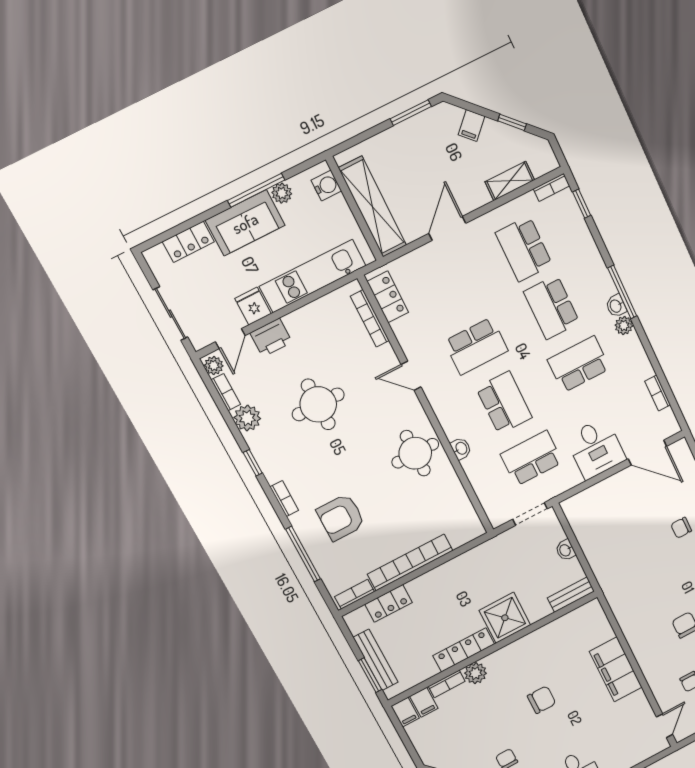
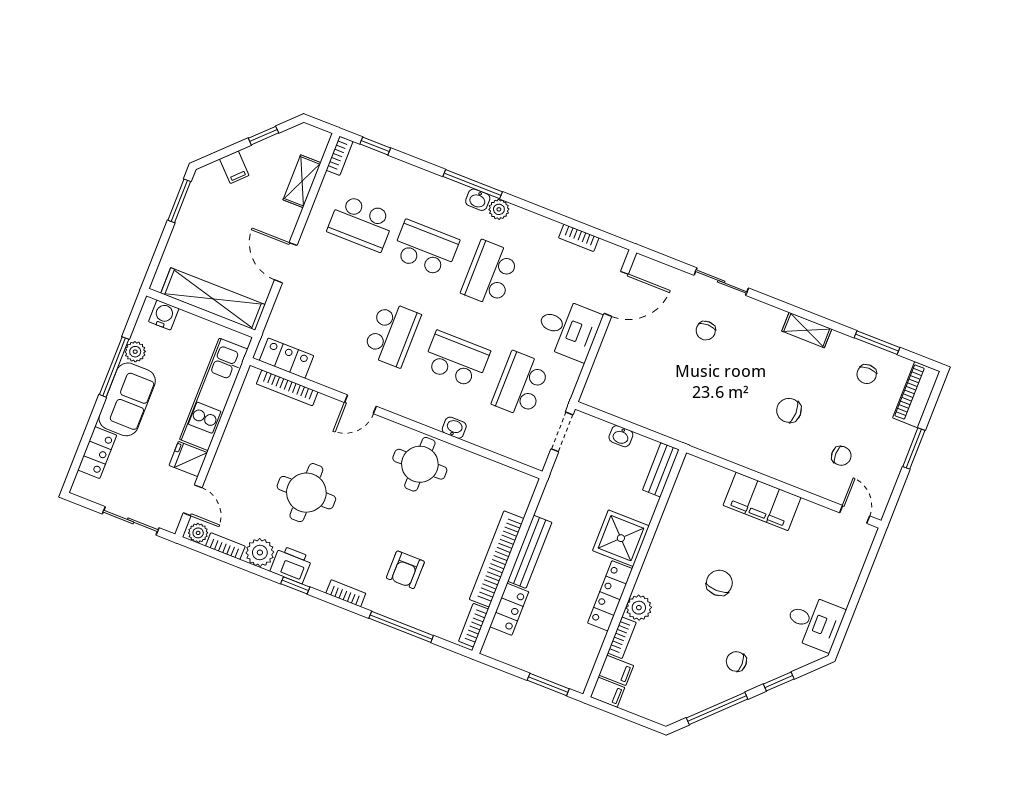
school desk: (552, 307) -> (426, 248), turned 180
printer: (271, 338) -> (291, 564), moved, turned -90
armchair: (341, 517) -> (405, 570), width x0.72, depth x0.72
bench: (376, 660) -> (530, 552), moved, turned 90

